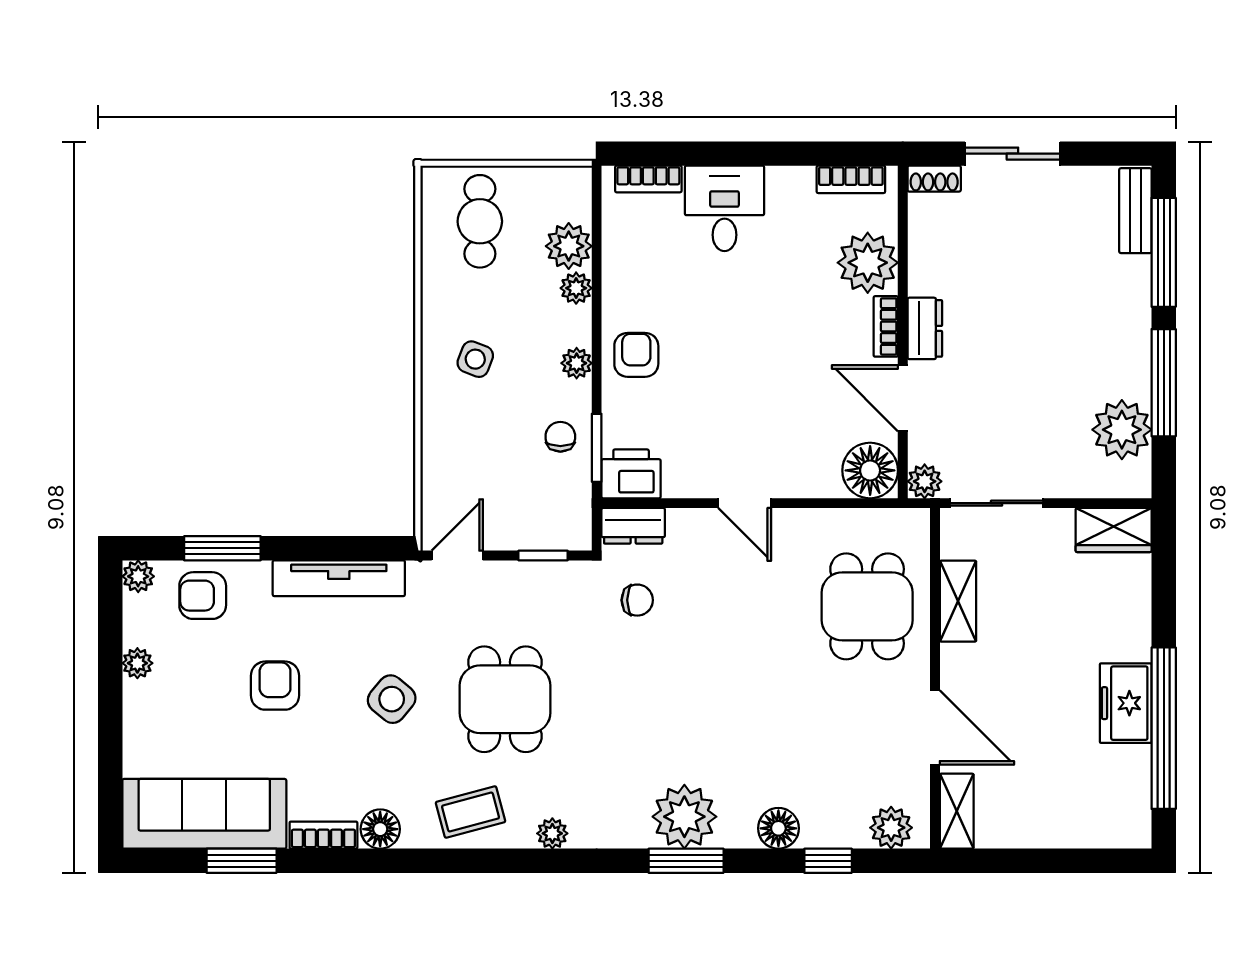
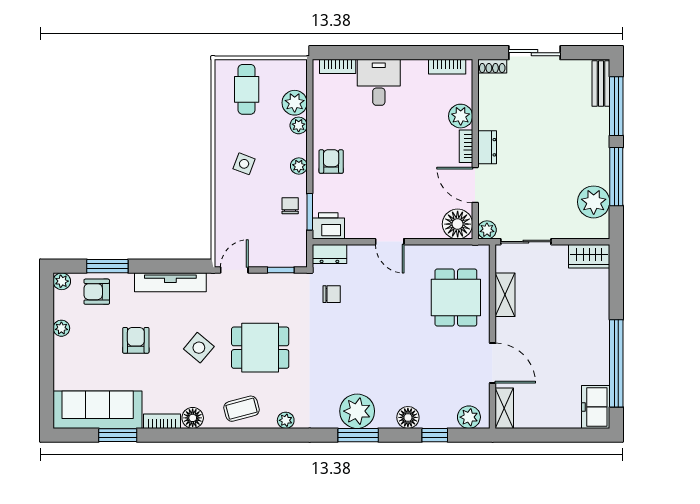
plant: (868, 263) -> (461, 116), width x0.73, depth x0.73
dining table: (505, 699) -> (260, 348), turned 90
freezer: (1126, 703) -> (596, 407), moved

